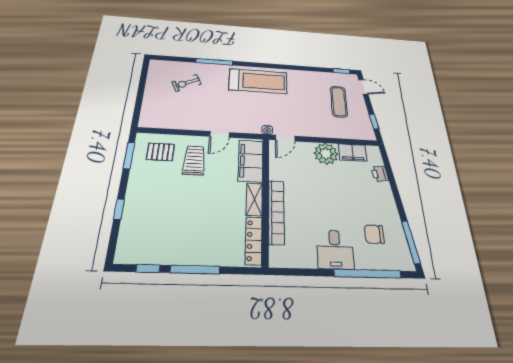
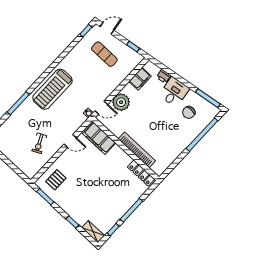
treadmill: (258, 81) -> (53, 89), turned 180
exercise bike: (186, 83) -> (39, 143), moved
door: (220, 134) -> (70, 141), hinge flipped
door: (285, 138) -> (101, 108), hinge flipped
plant: (326, 154) -> (121, 102), moved
trolley: (194, 160) -> (75, 167), removed
shelving: (254, 199) -> (93, 232), moved
desk: (335, 249) -> (174, 92), moved, turned -98

